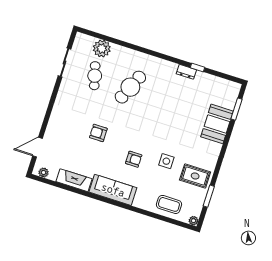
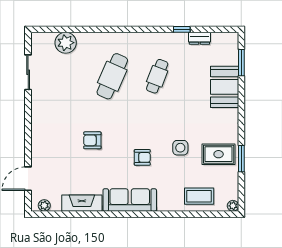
dresser: (186, 72) -> (199, 38), moved
cafe table: (95, 76) -> (157, 76), moved, turned 36
window: (209, 196) -> (241, 159), moved

